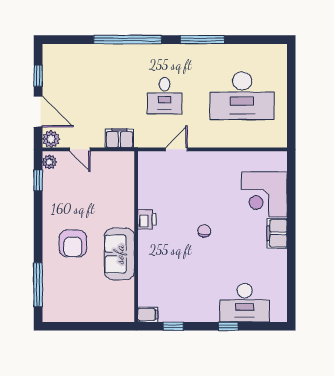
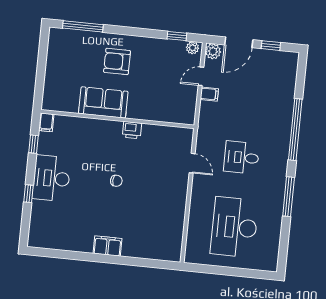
filing cabinet: (119, 138) -> (209, 94), moved, width x0.50
corner desk: (264, 194) -> (144, 238), removed
desk: (245, 303) -> (51, 178), moved

